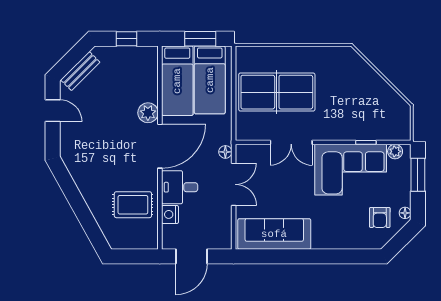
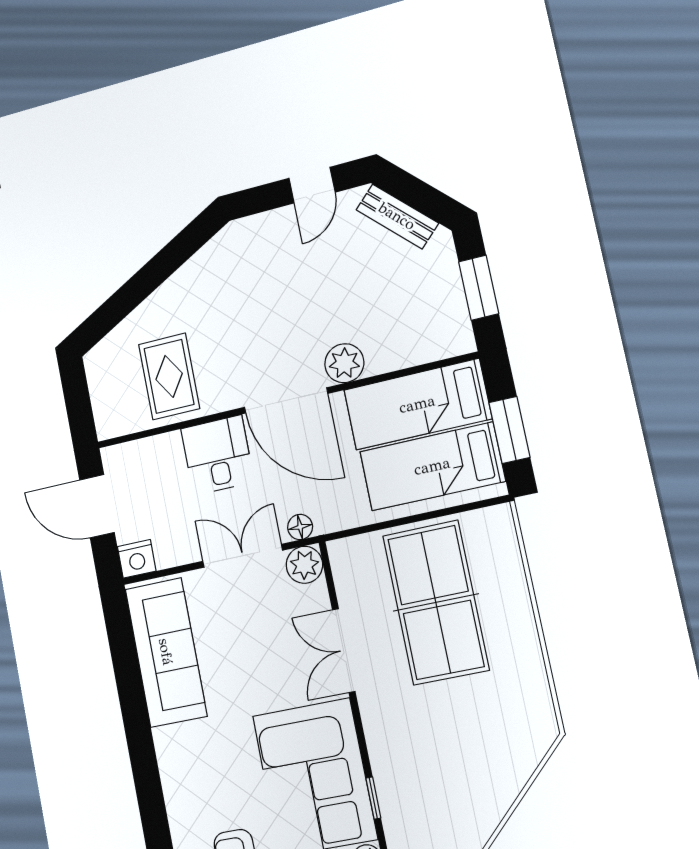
window: (126, 39) -> (479, 288), width x1.50
plant: (245, 154) -> (304, 565), added
double door: (234, 184) -> (242, 556), swing flipped
nightstand: (170, 214) -> (137, 559), moved, turned 180

